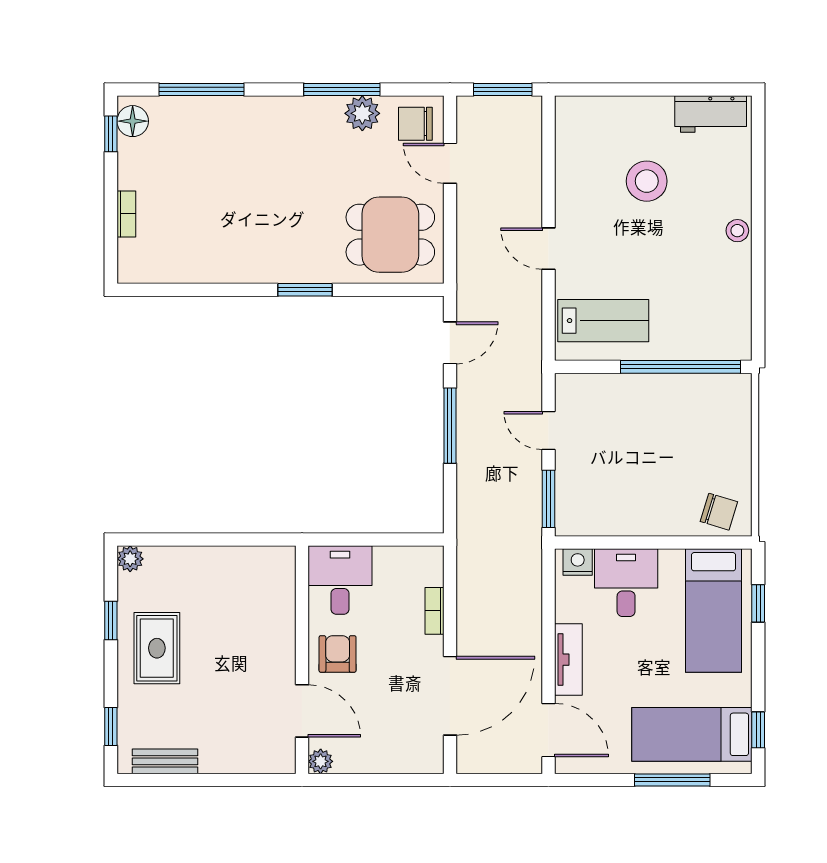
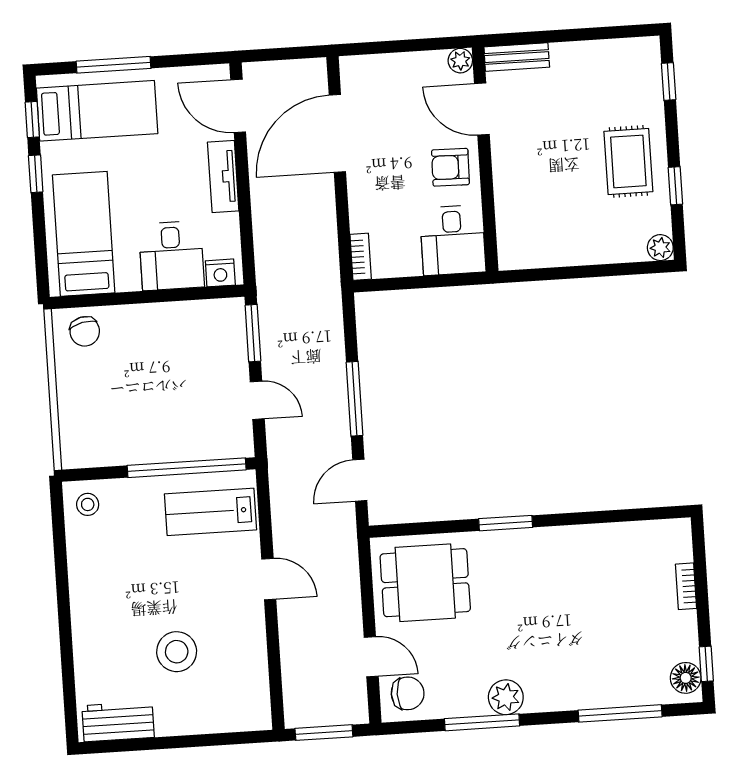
plant: (362, 113) -> (506, 697), moved
stool: (737, 231) -> (88, 504), moved
window: (680, 367) -> (187, 468), moved
chair: (719, 512) -> (85, 331), turned -120
window: (758, 603) -> (36, 174), moved
bookcase: (434, 611) -> (361, 257), moved
armchair: (338, 654) -> (450, 167), turned 91
bench: (165, 761) -> (517, 57), moved

